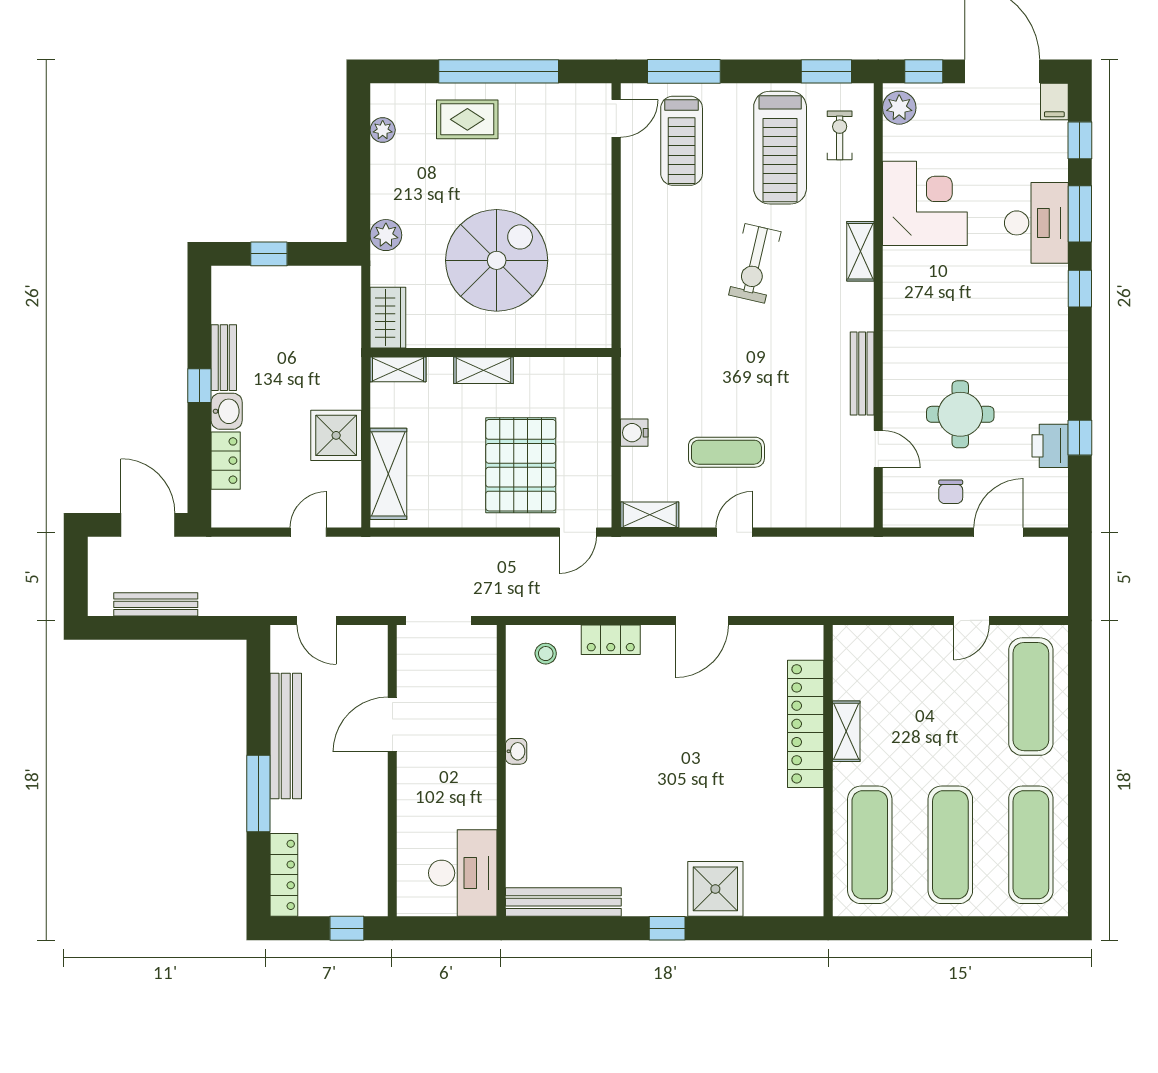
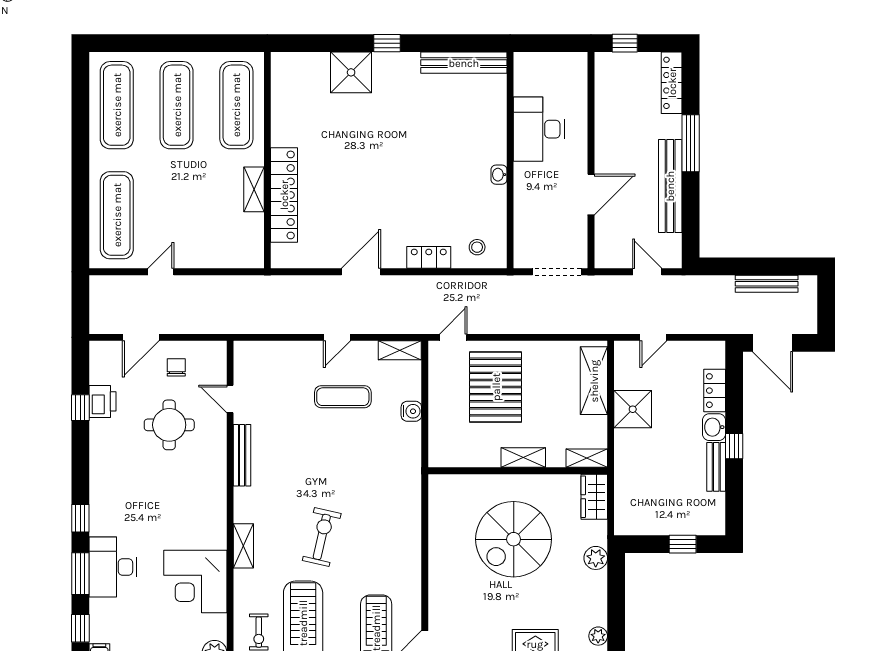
desk: (463, 873) -> (539, 129), moved

